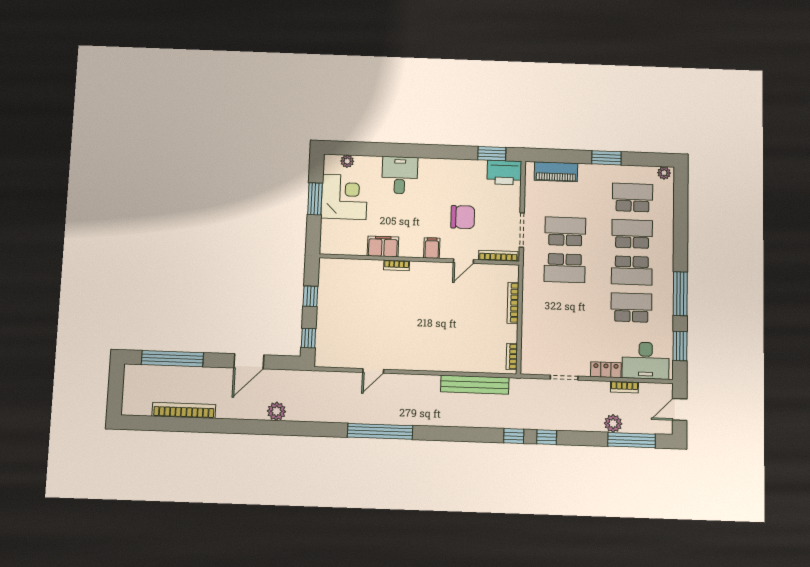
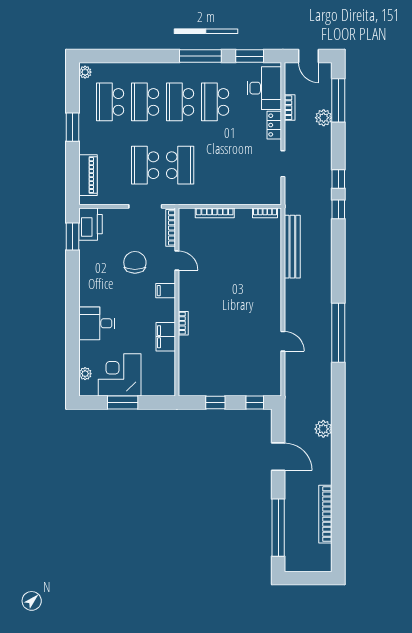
school desk: (632, 270) -> (180, 102), turned 180

